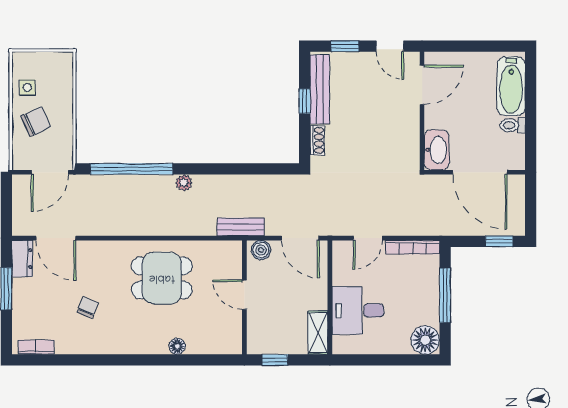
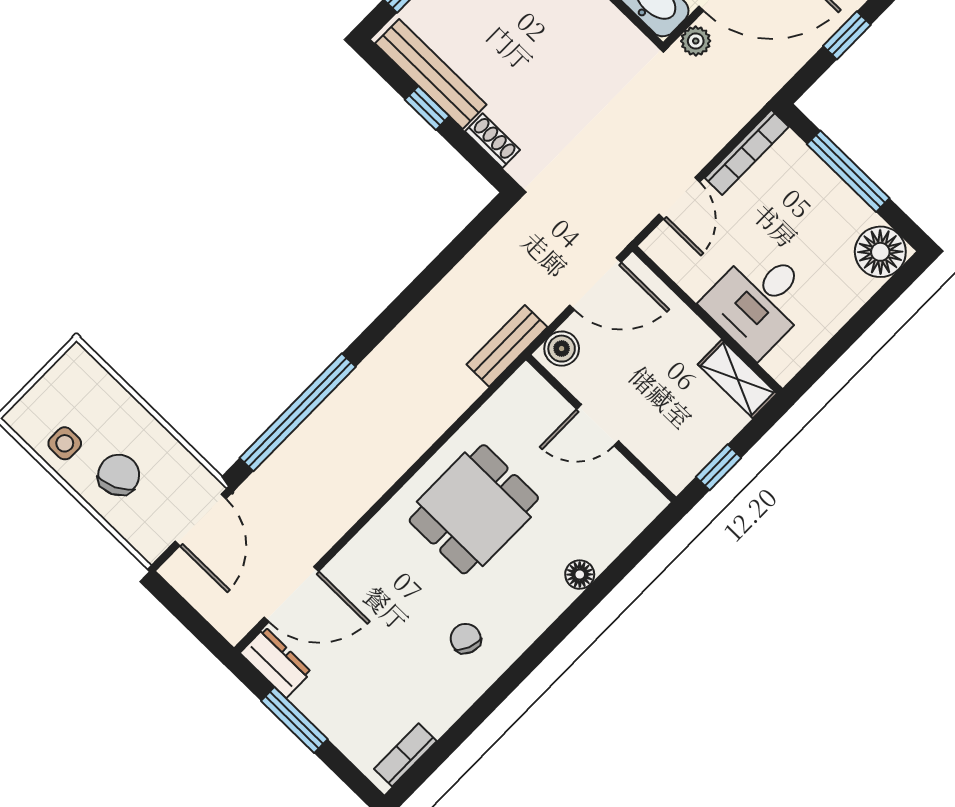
plant: (184, 183) -> (696, 41), moved
chair: (88, 307) -> (466, 639), moved

